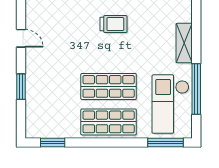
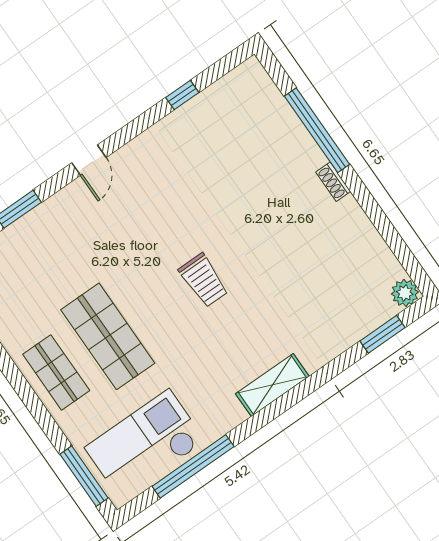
shelving: (184, 43) -> (272, 385), moved
shop shelf: (109, 122) -> (56, 372), width x0.70, depth x0.74

